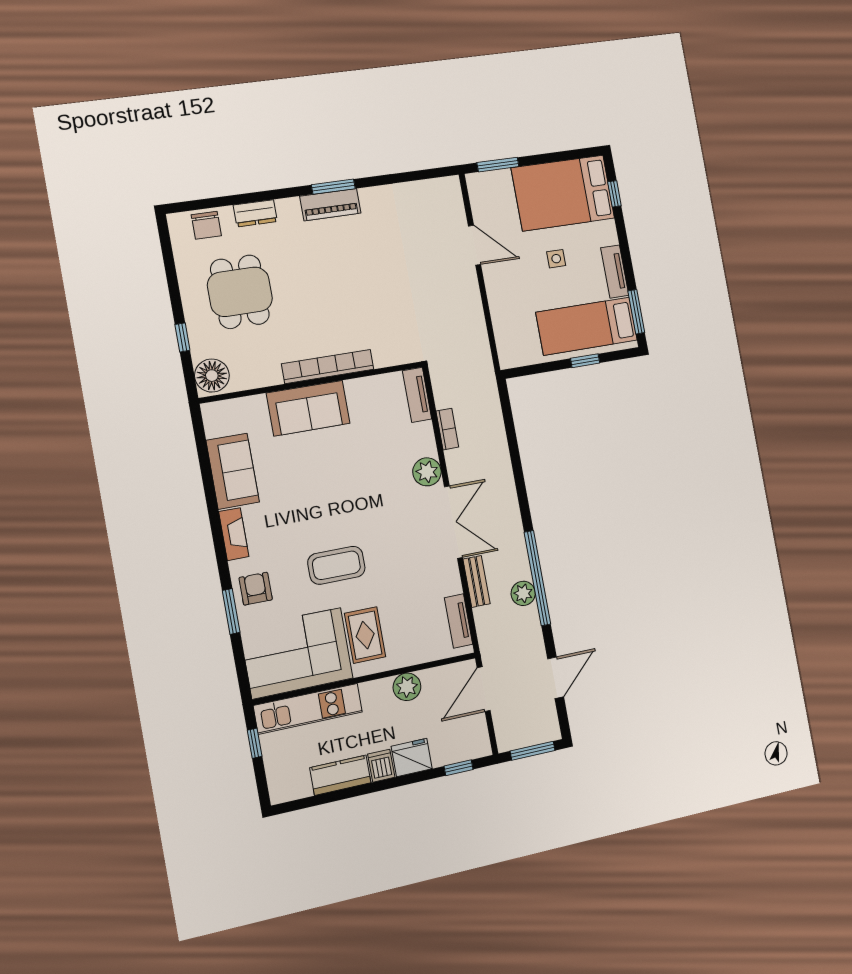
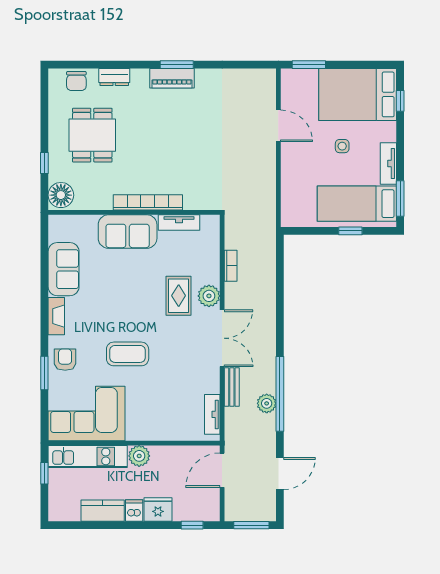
tv unit: (417, 395) -> (179, 223), moved, turned -90
rug: (365, 635) -> (179, 296), moved
plant: (407, 687) -> (139, 456), moved

